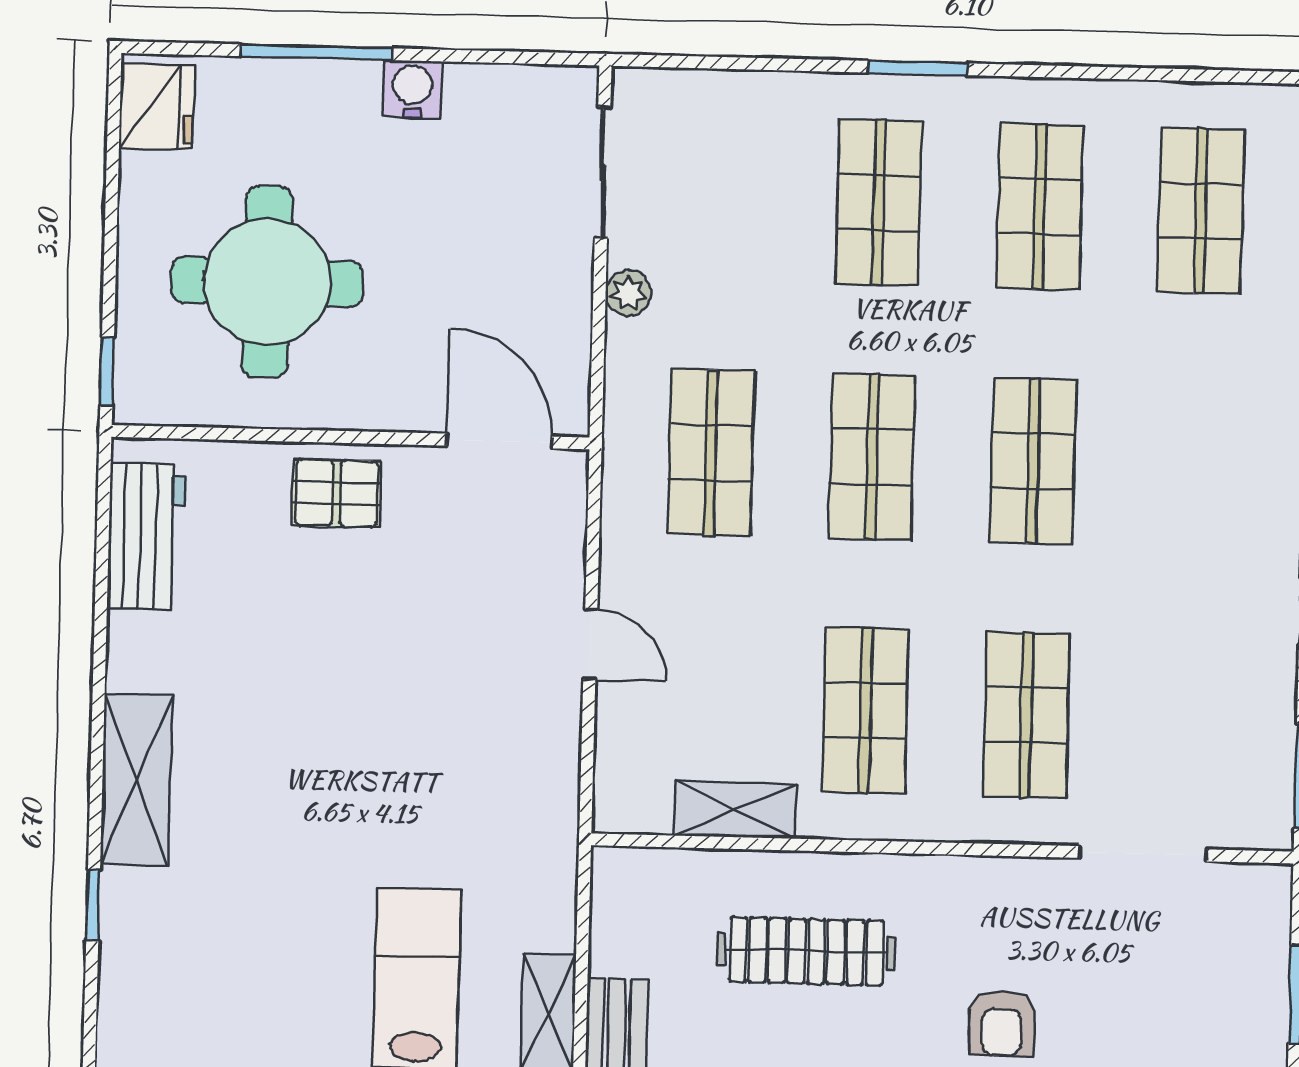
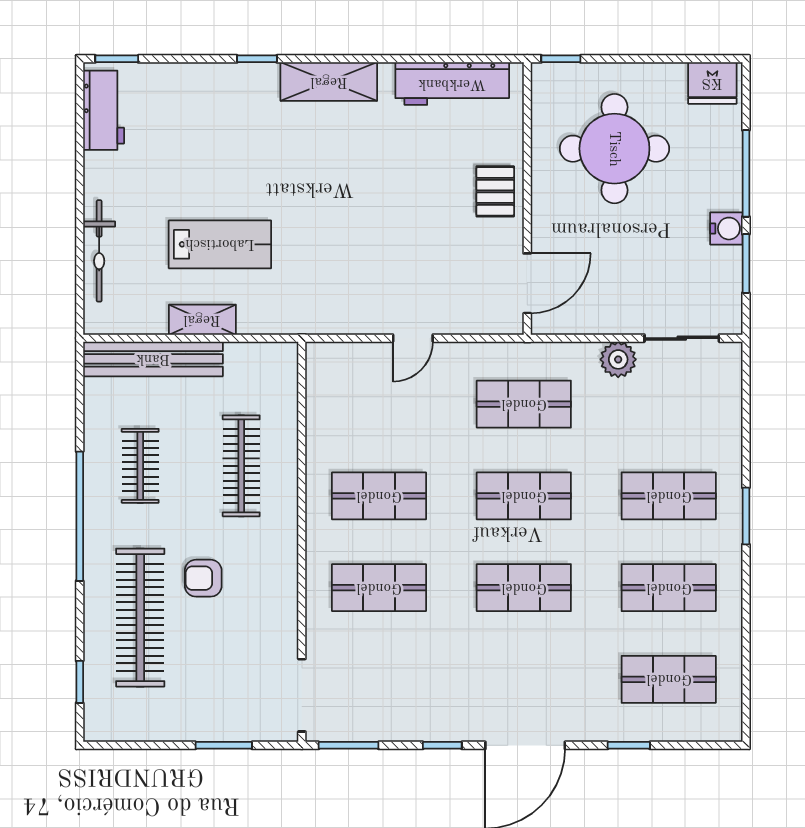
window: (475, 56) -> (746, 264), added
plant: (628, 293) -> (618, 359), width x1.38, depth x1.38
workbench: (146, 536) -> (452, 84), width x1.38
shelving: (735, 810) -> (321, 423), removed
doorway: (1143, 854) -> (302, 695), moved

